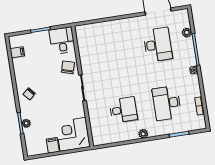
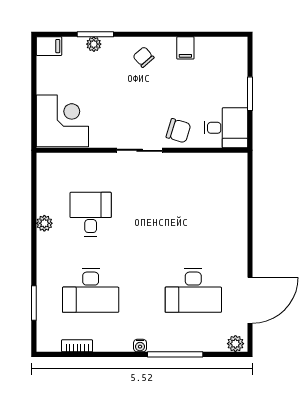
plant: (187, 33) -> (235, 344), moved
filing cabinet: (17, 52) -> (185, 48), moved
desk: (167, 103) -> (91, 290), turned 180
desk: (123, 110) -> (91, 214), turned 180
plant: (143, 134) -> (44, 223), moved
filing cabinet: (53, 145) -> (49, 46), moved

